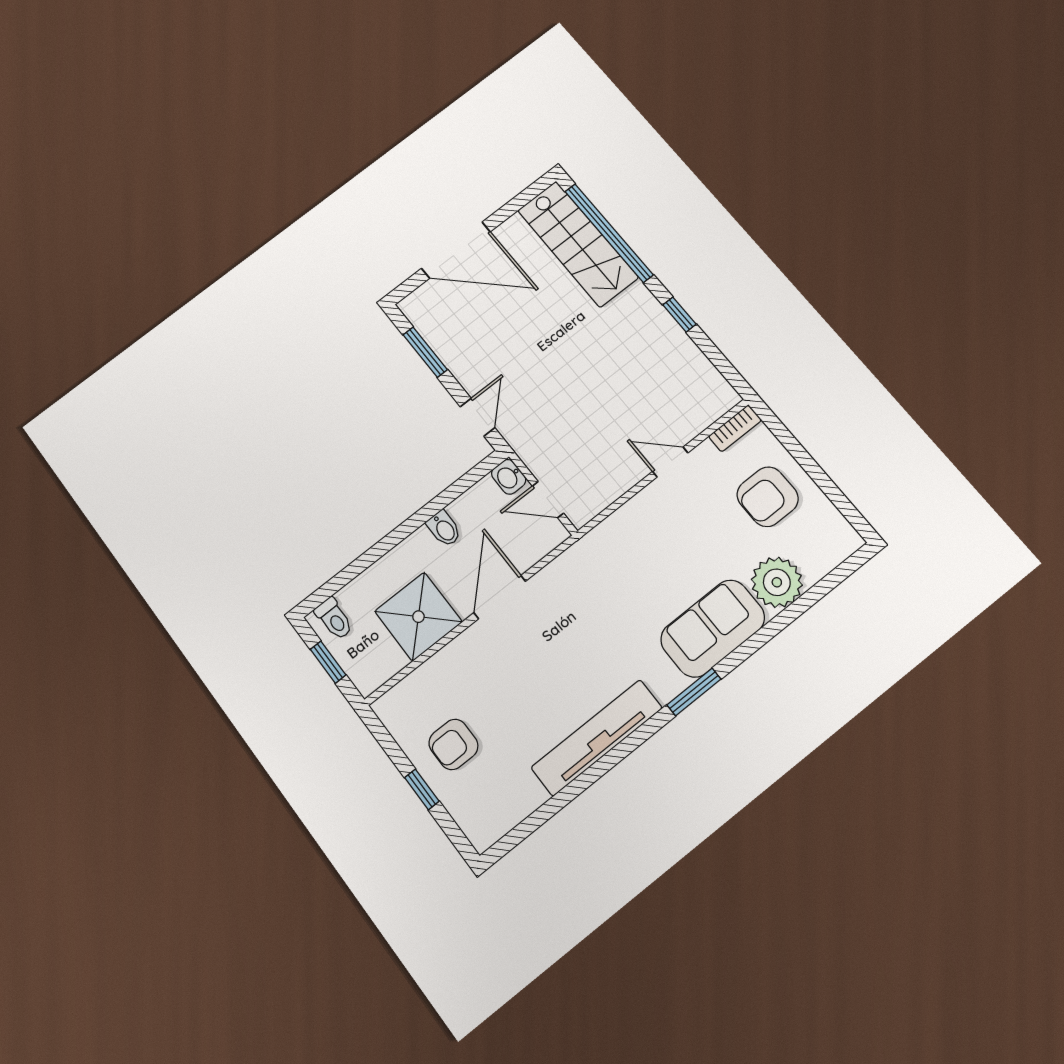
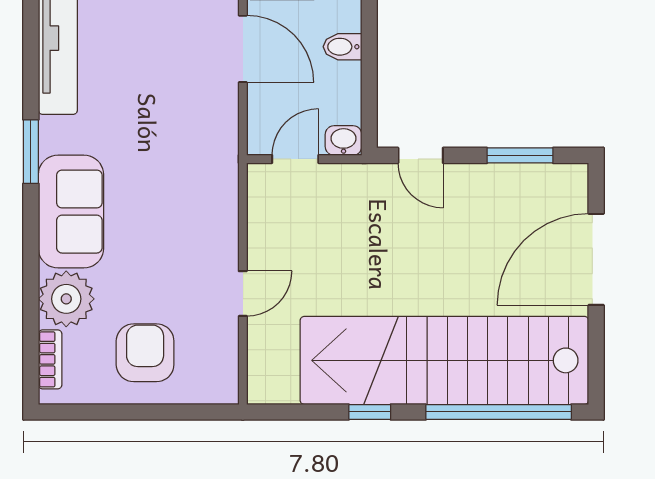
stairs: (578, 244) -> (444, 360), width x1.86, depth x1.51
bookcase: (735, 428) -> (50, 359), moved, turned 180

